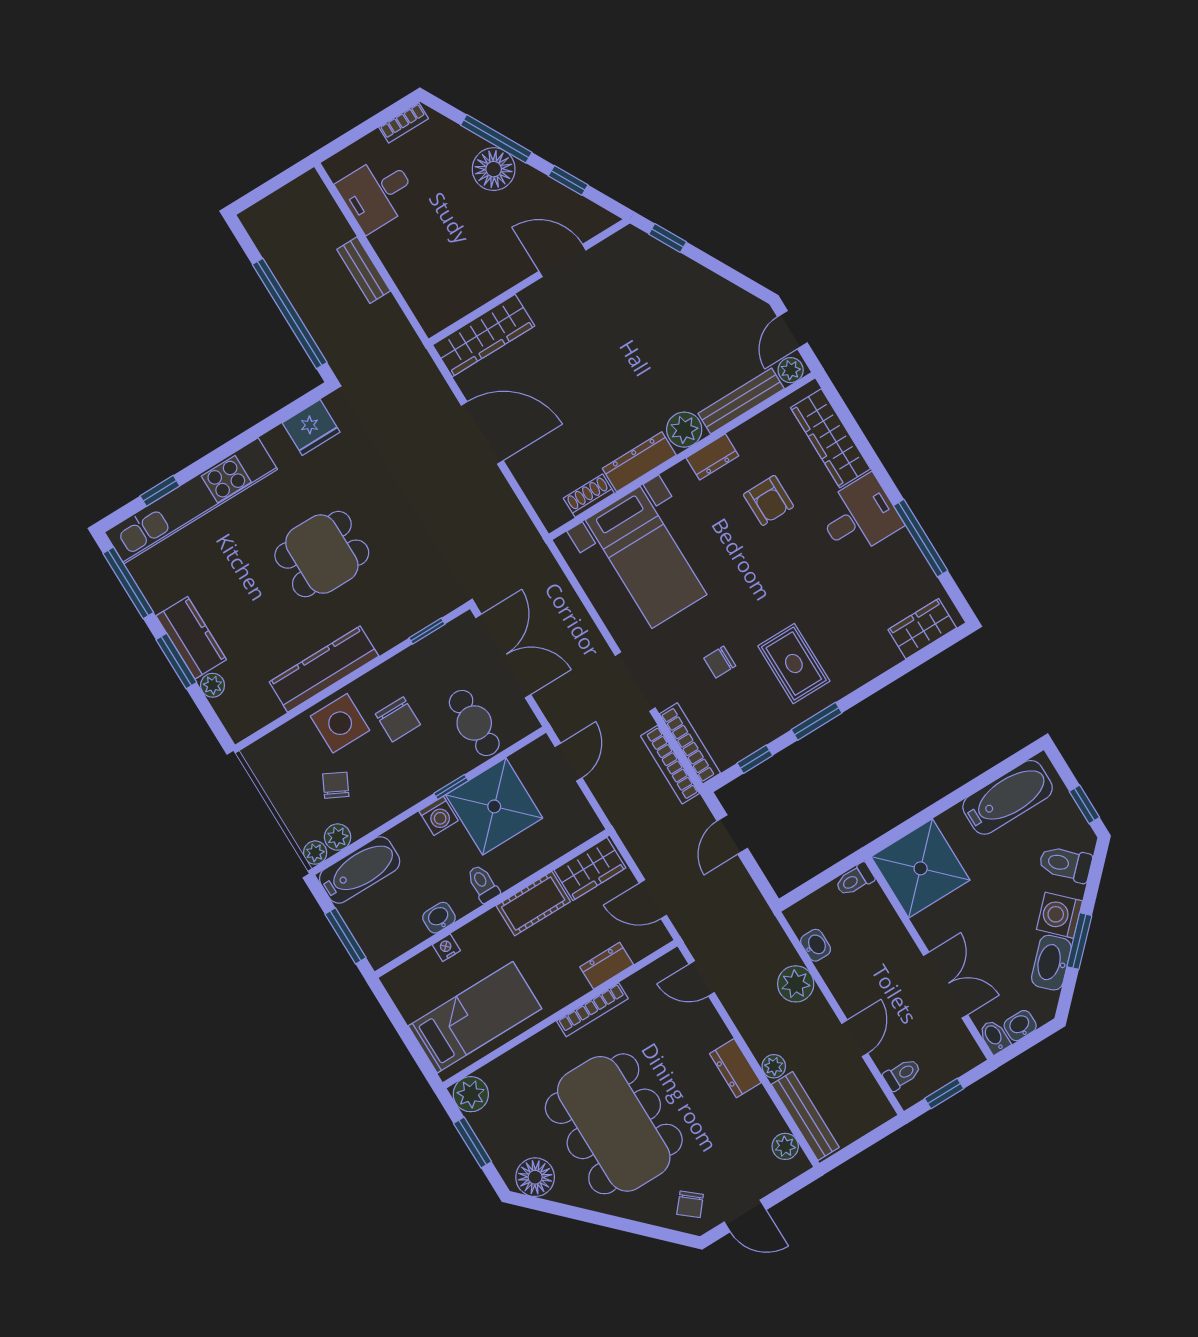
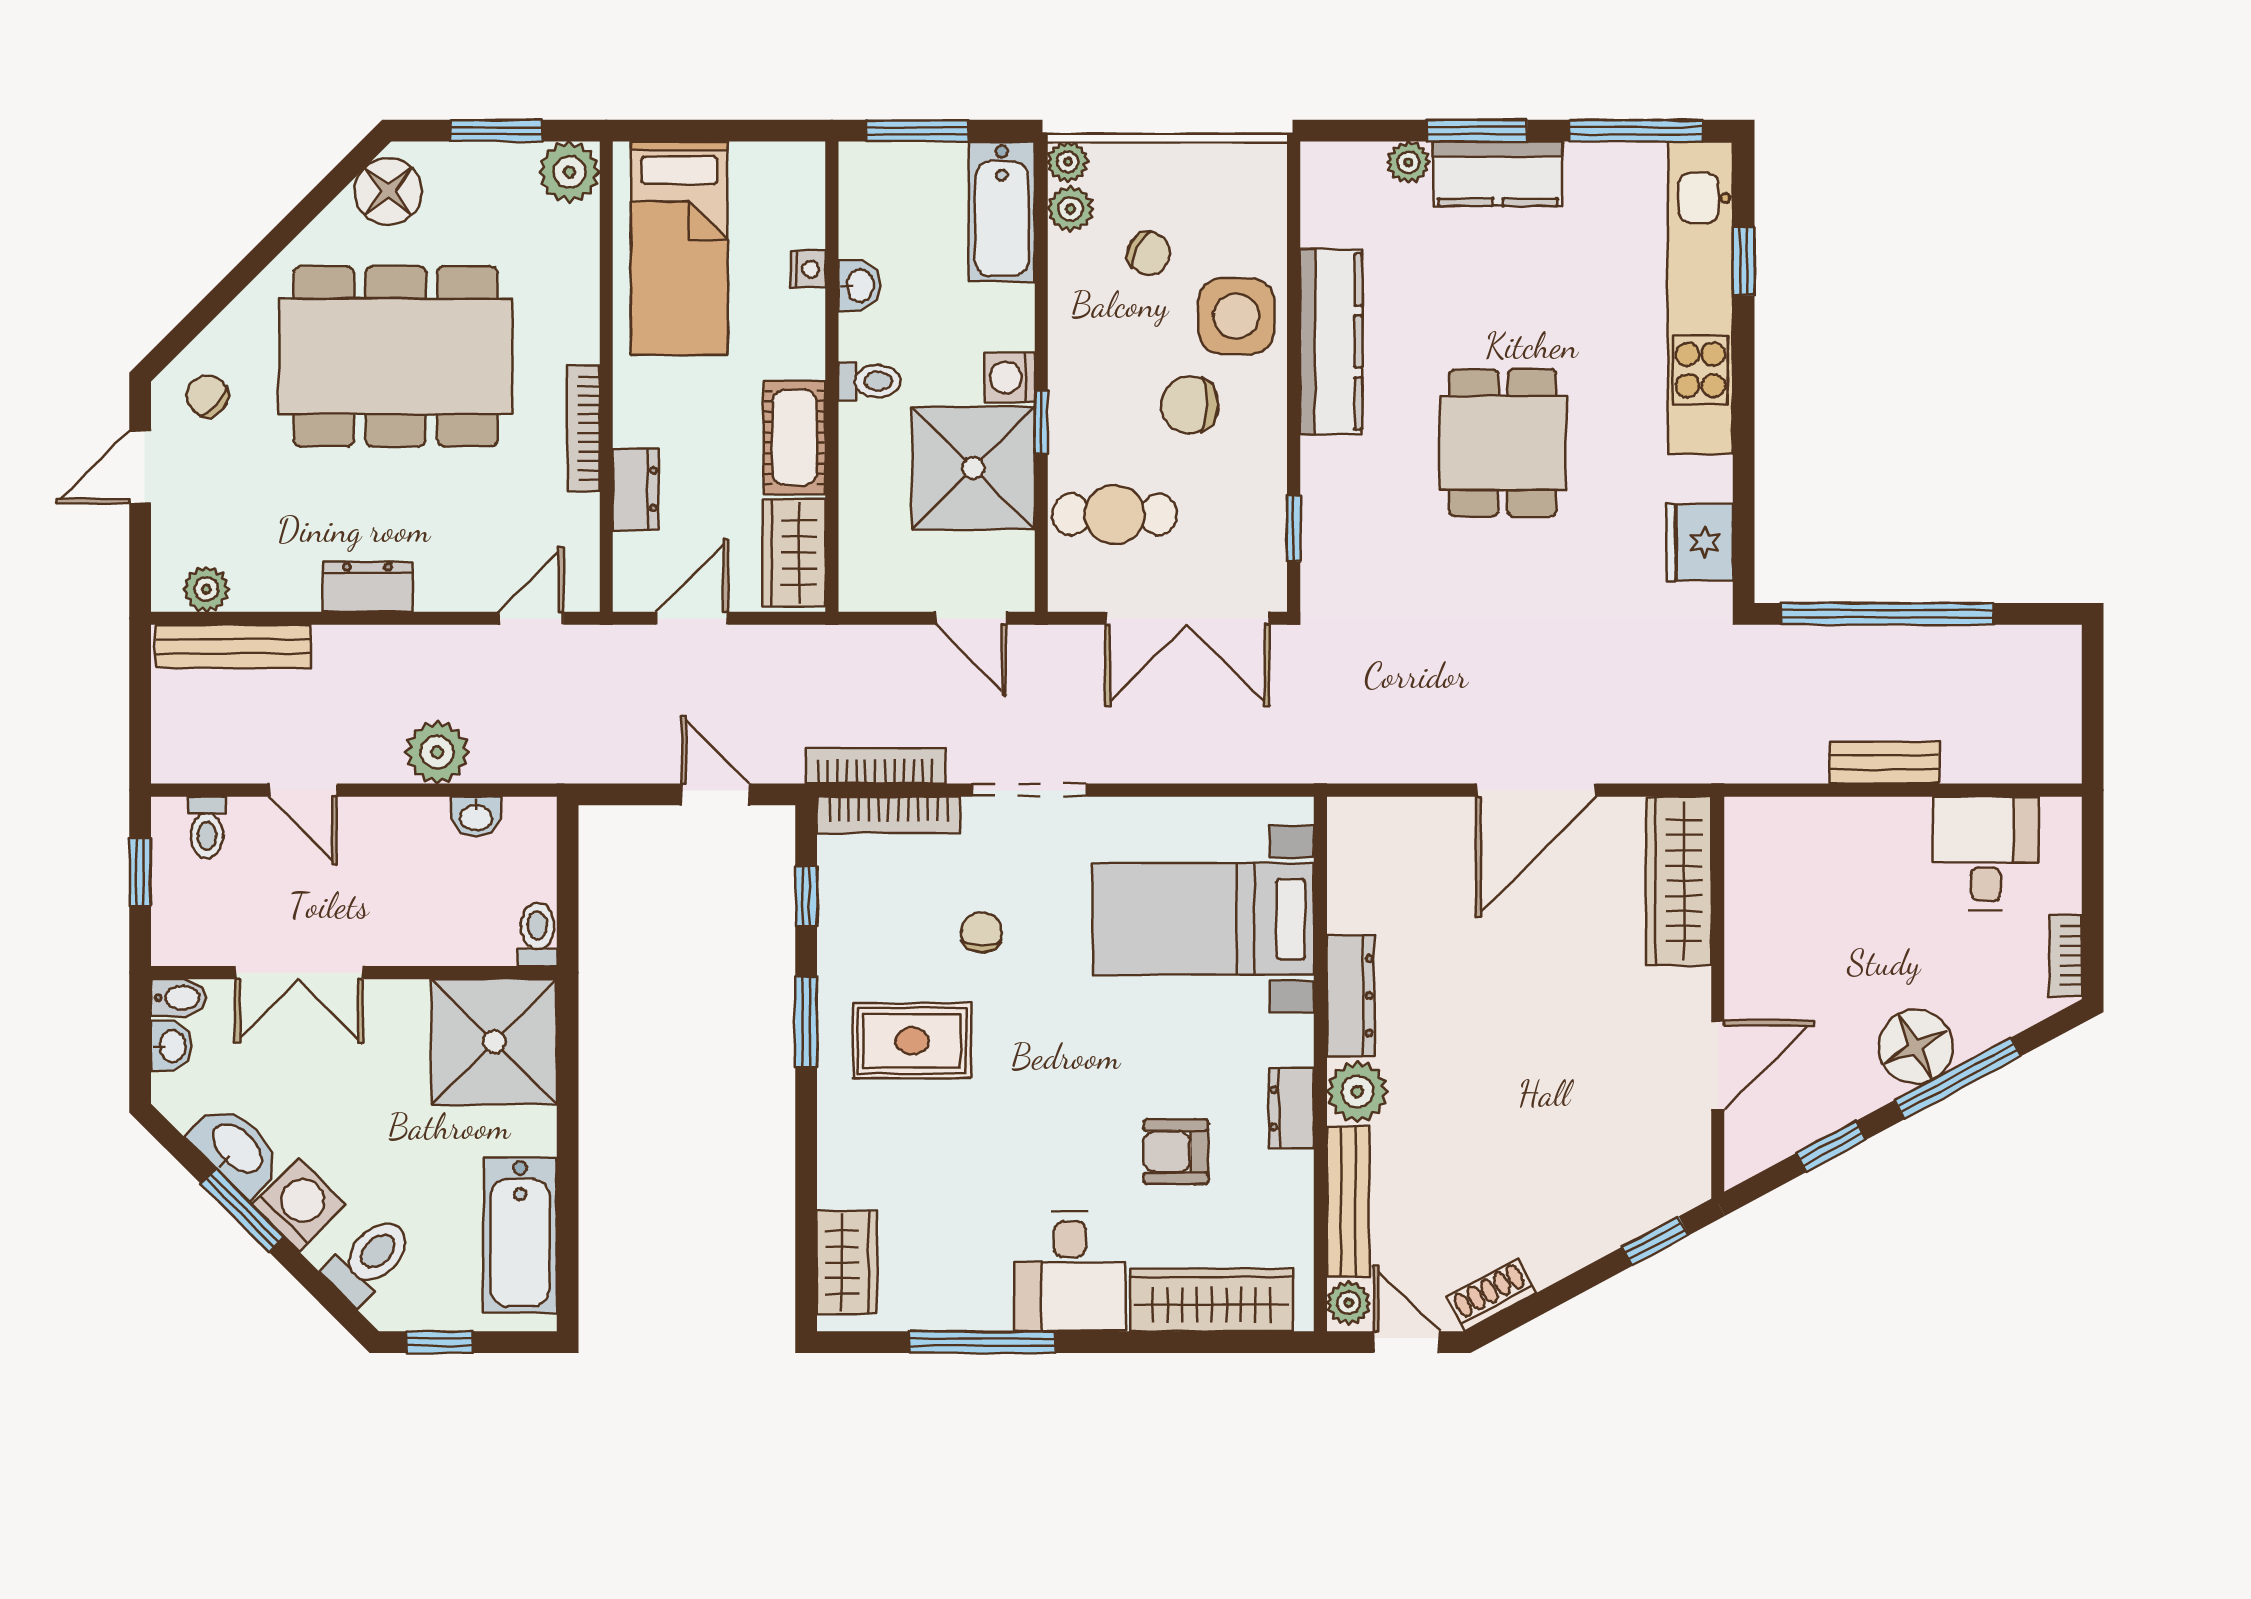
shoe rack: (589, 496) -> (1491, 1295), moved, turned -118
plant: (774, 1066) -> (335, 645), removed

